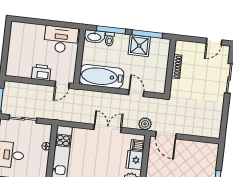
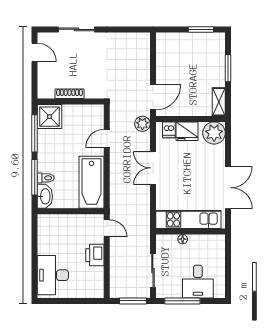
desk: (61, 40) -> (53, 275), moved
shower: (139, 46) -> (50, 117), moved

